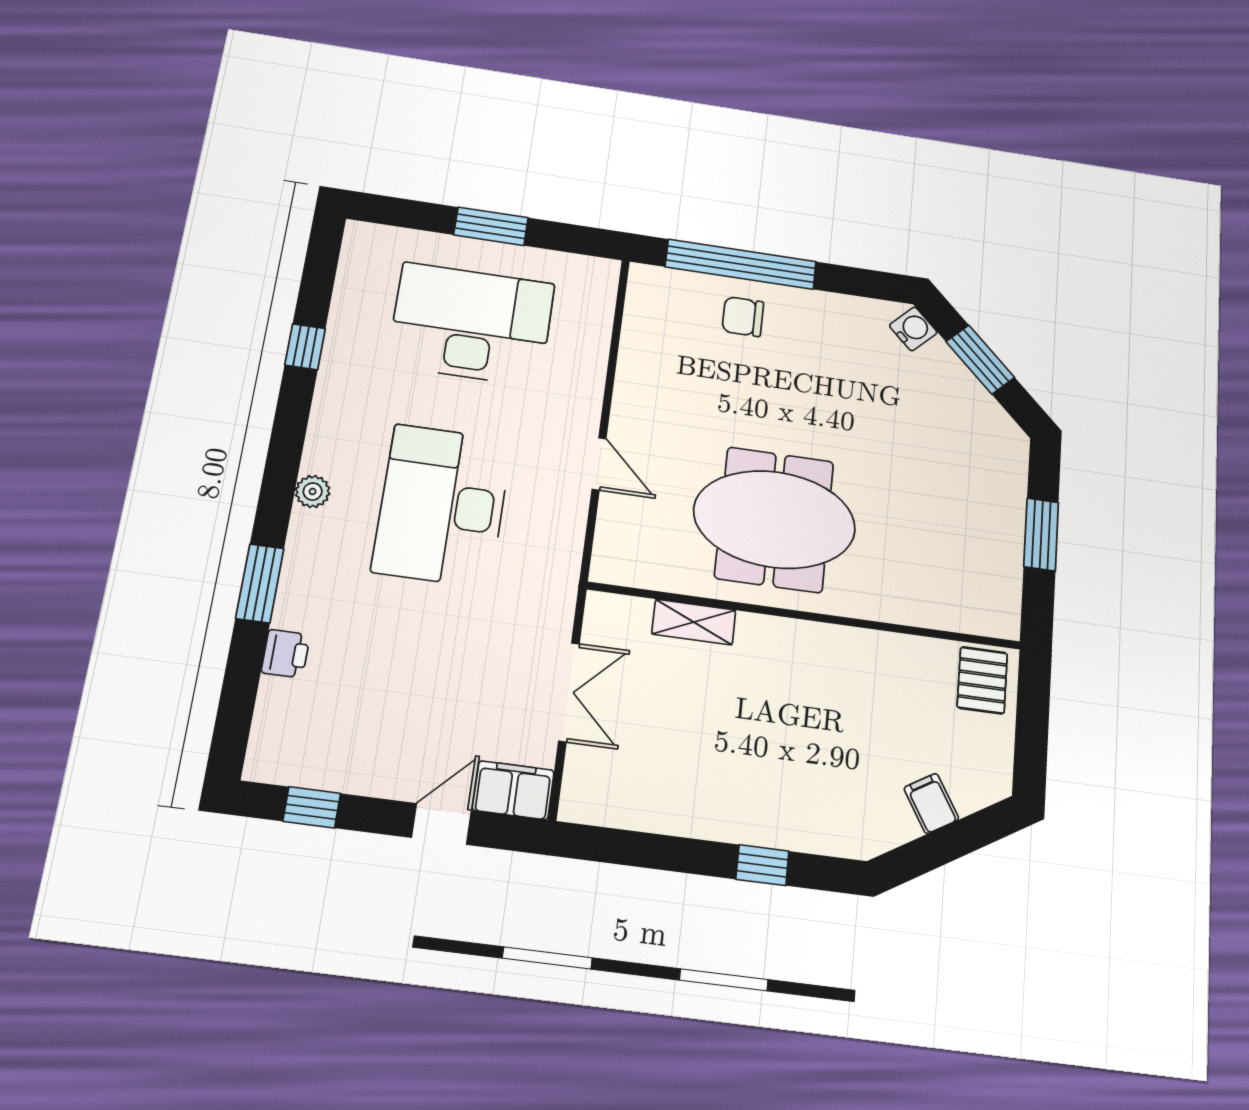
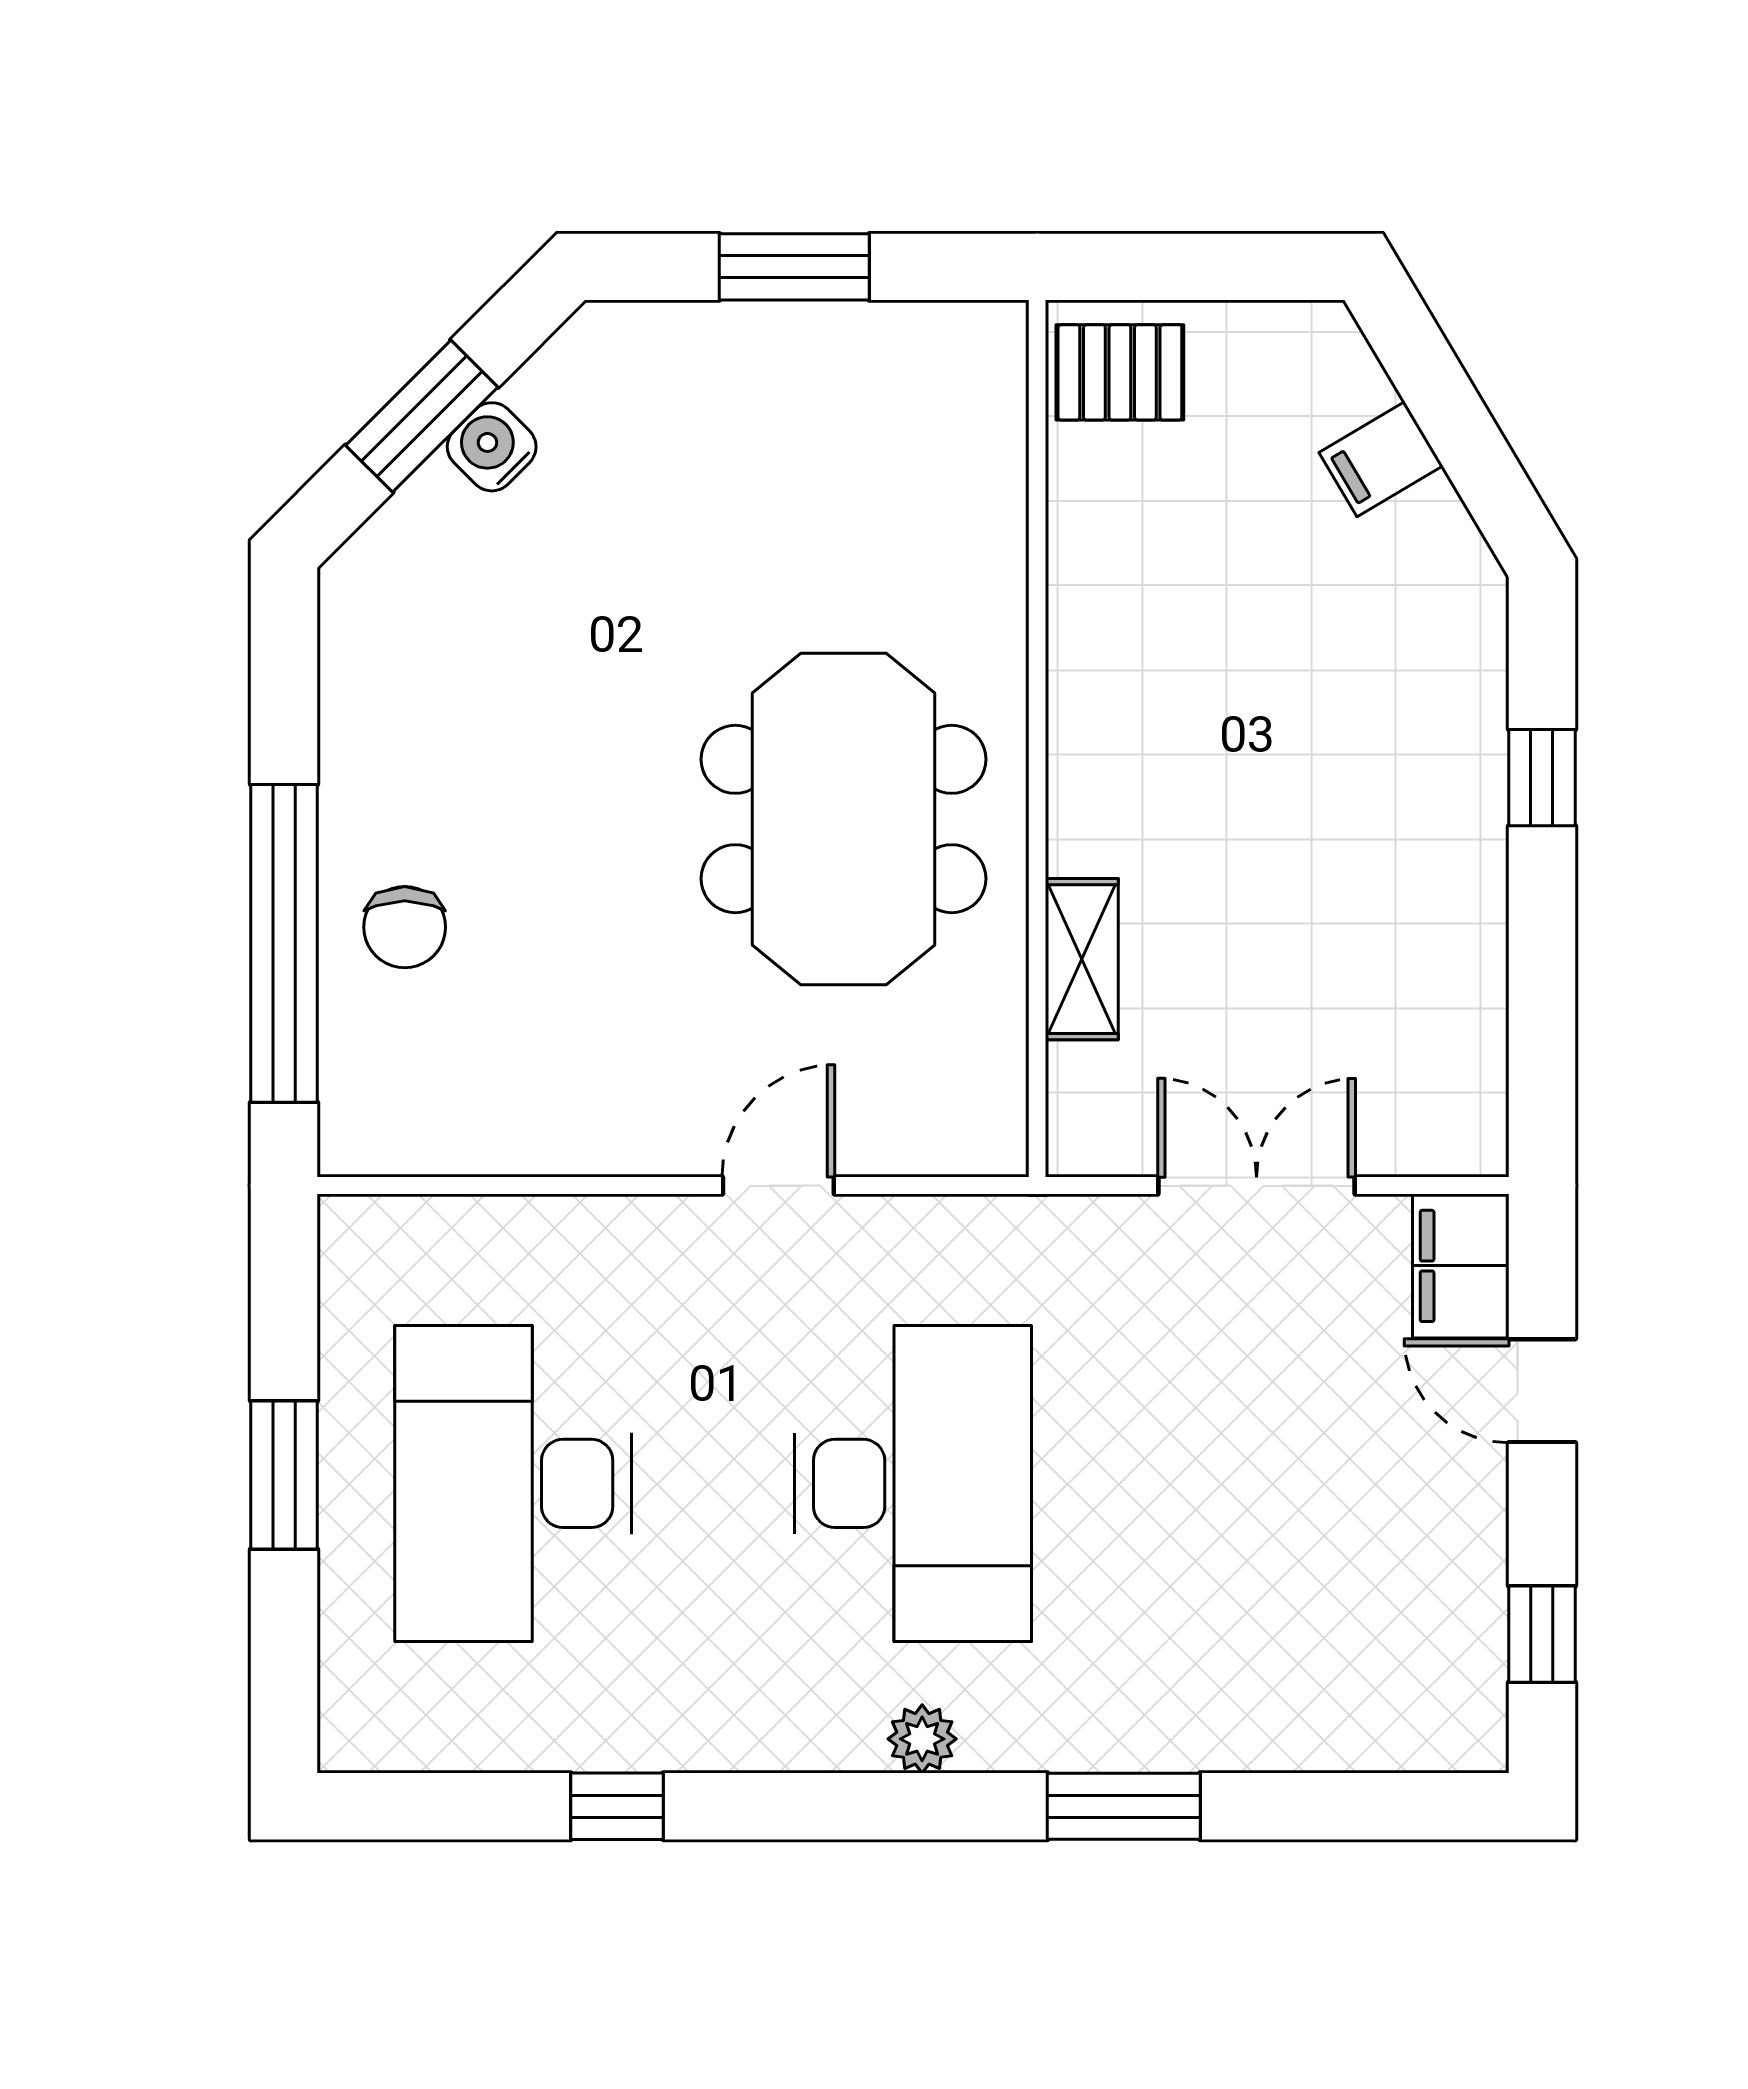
water cooler: (913, 329) -> (492, 447), moved
desk: (442, 505) -> (913, 1483), turned -90
printer: (286, 654) -> (1256, 1733), removed

